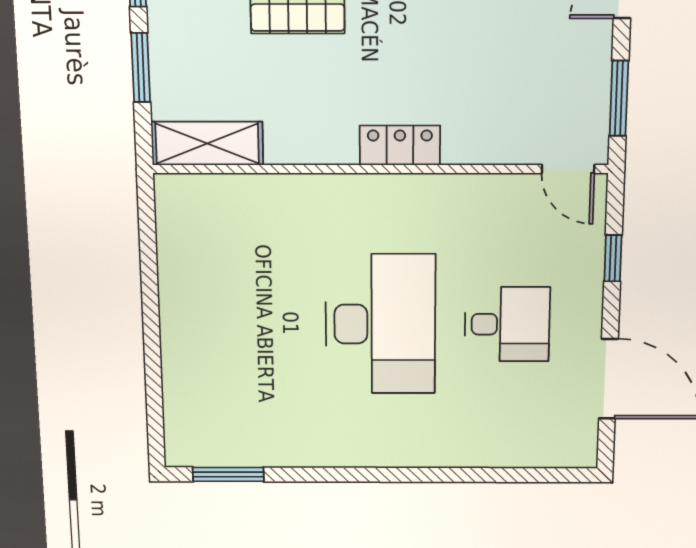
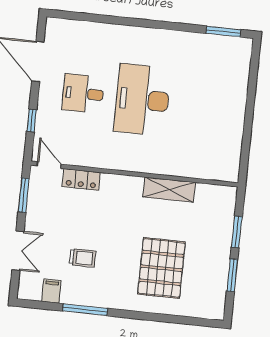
shelving: (207, 144) -> (169, 190), moved
locker: (400, 145) -> (81, 179), moved

